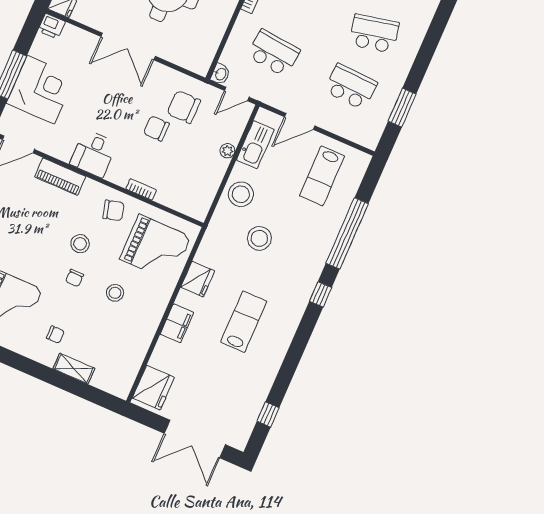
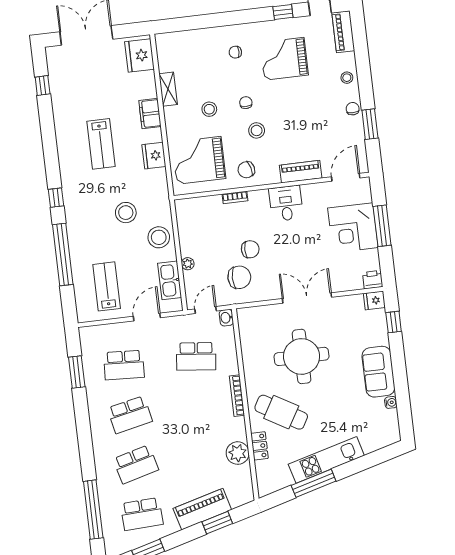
shelving: (74, 369) -> (168, 89), moved, turned 90

